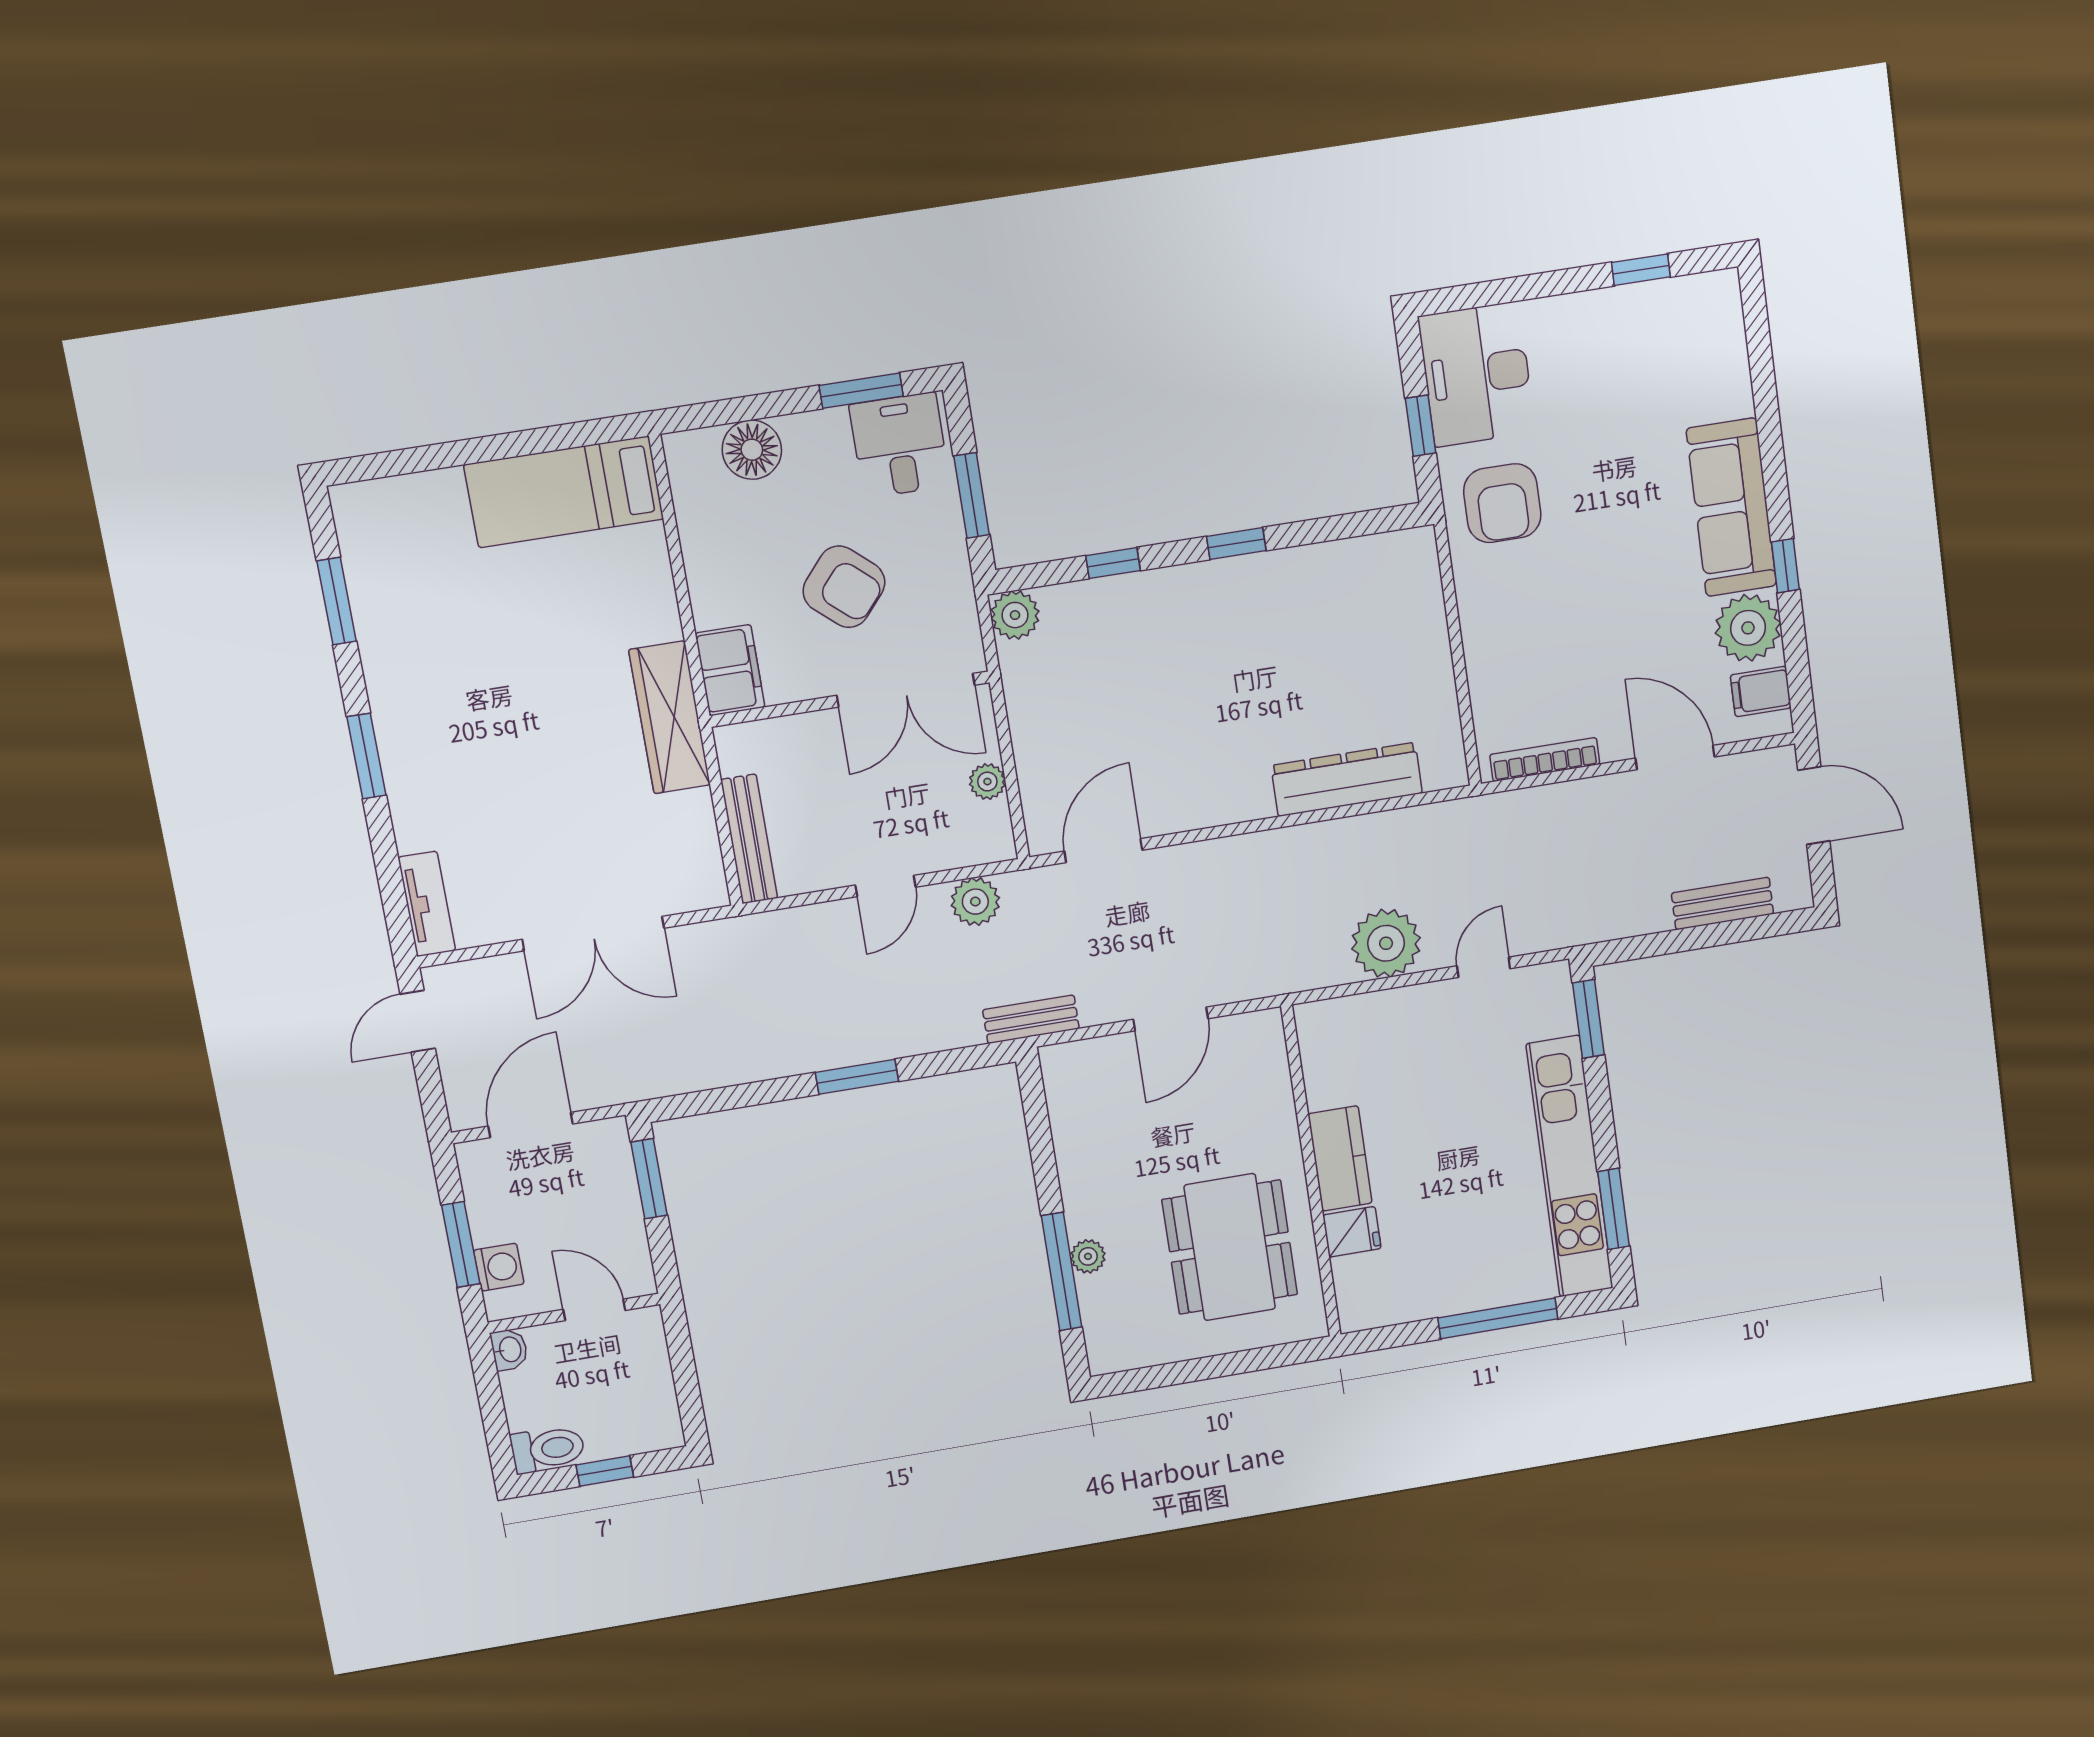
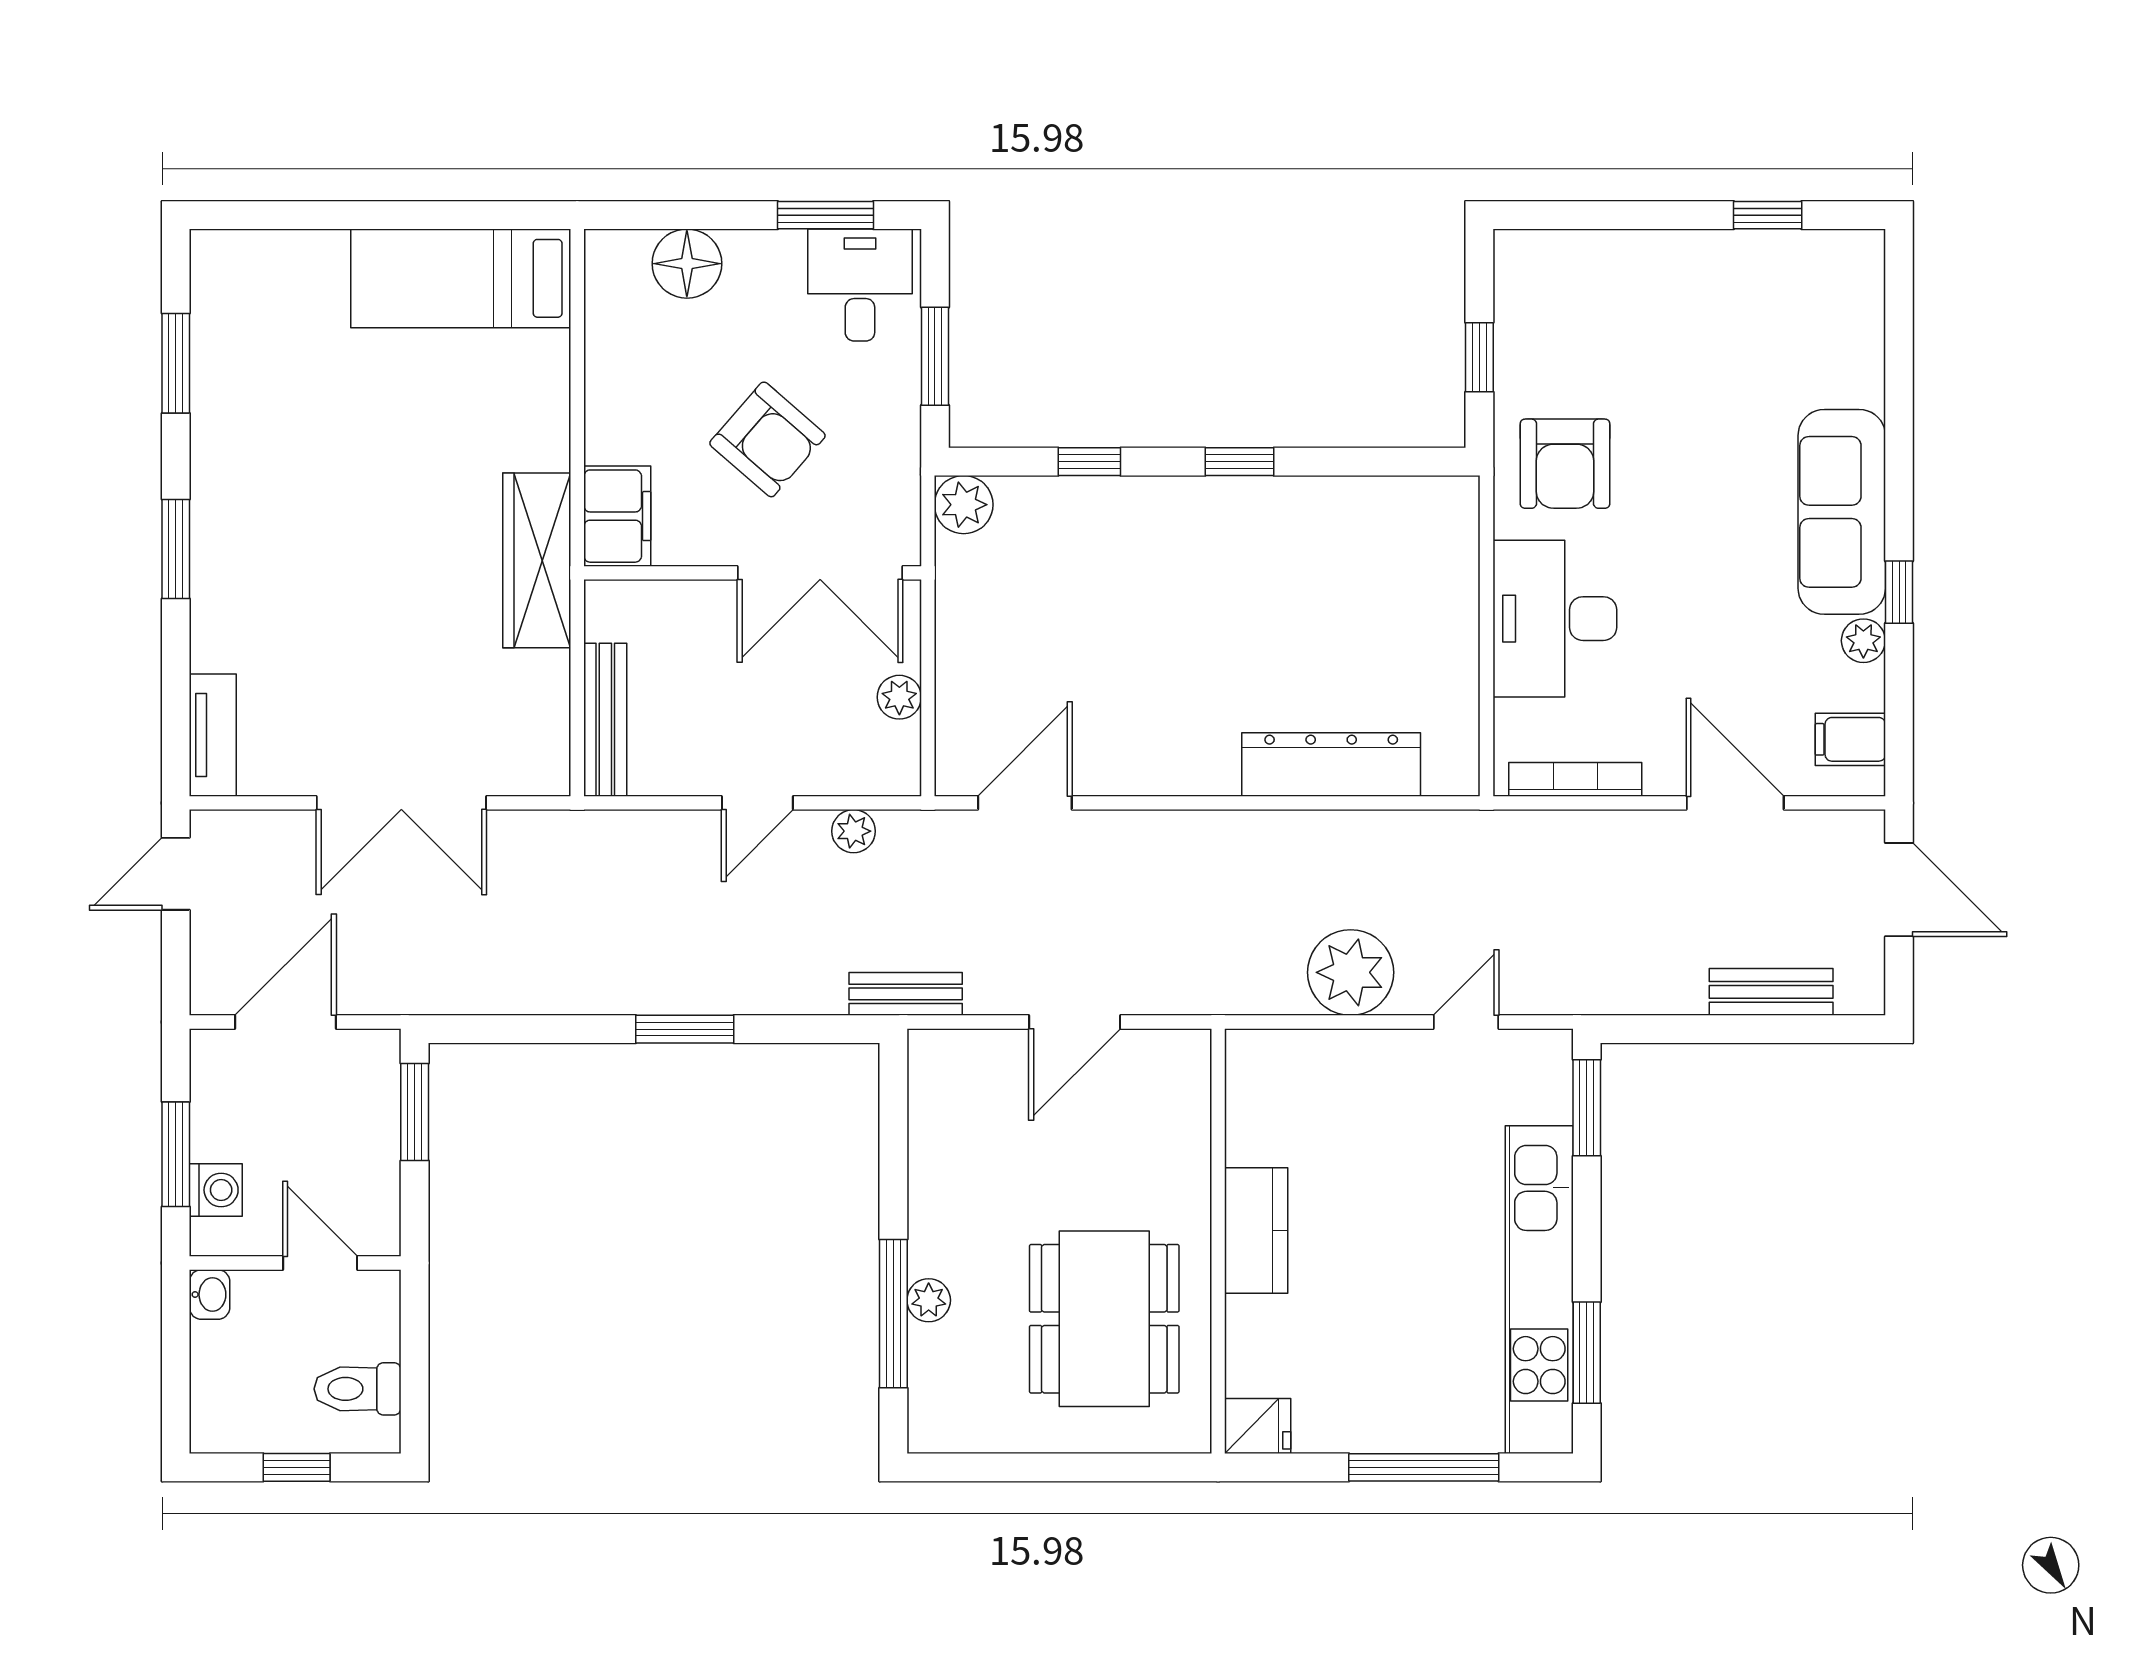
desk: (1477, 374) -> (1555, 619), moved
plant: (1748, 628) -> (1863, 641), width x0.53, depth x0.53
plant: (975, 902) -> (854, 831), width x0.73, depth x0.73
fridge: (1352, 1232) -> (1258, 1426), moved
toilet: (548, 1449) -> (358, 1389), moved, turned 180

